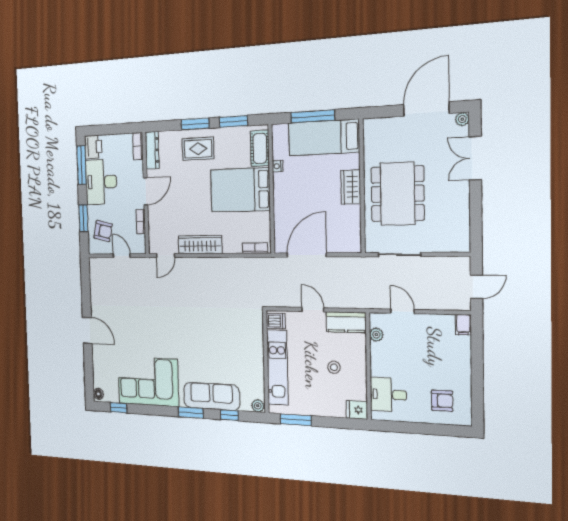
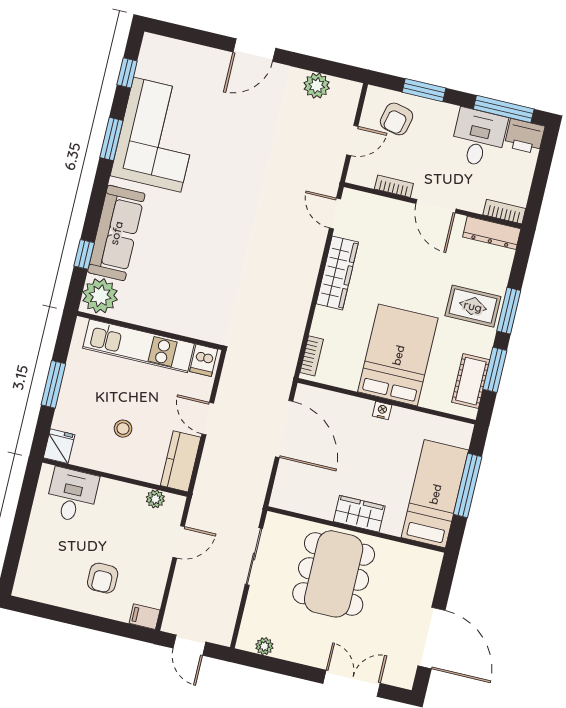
plant: (462, 119) -> (264, 646), moved
cot: (260, 148) -> (471, 381), moved, turned 90
rug: (198, 149) -> (473, 306), turned 90
nightstand: (278, 166) -> (382, 411), moved
desk: (101, 182) -> (479, 138), width x0.73
dining table: (398, 194) -> (334, 574), turned 90
plant: (97, 286) -> (317, 86), added
door: (313, 310) -> (208, 419), swing flipped
floor lamp: (98, 394) -> (154, 43), removed
armchair: (442, 401) -> (103, 578), moved
plant: (258, 406) -> (100, 296), width x1.87, depth x1.87
window: (191, 413) -> (111, 139), moved
window: (296, 420) -> (53, 384), moved

